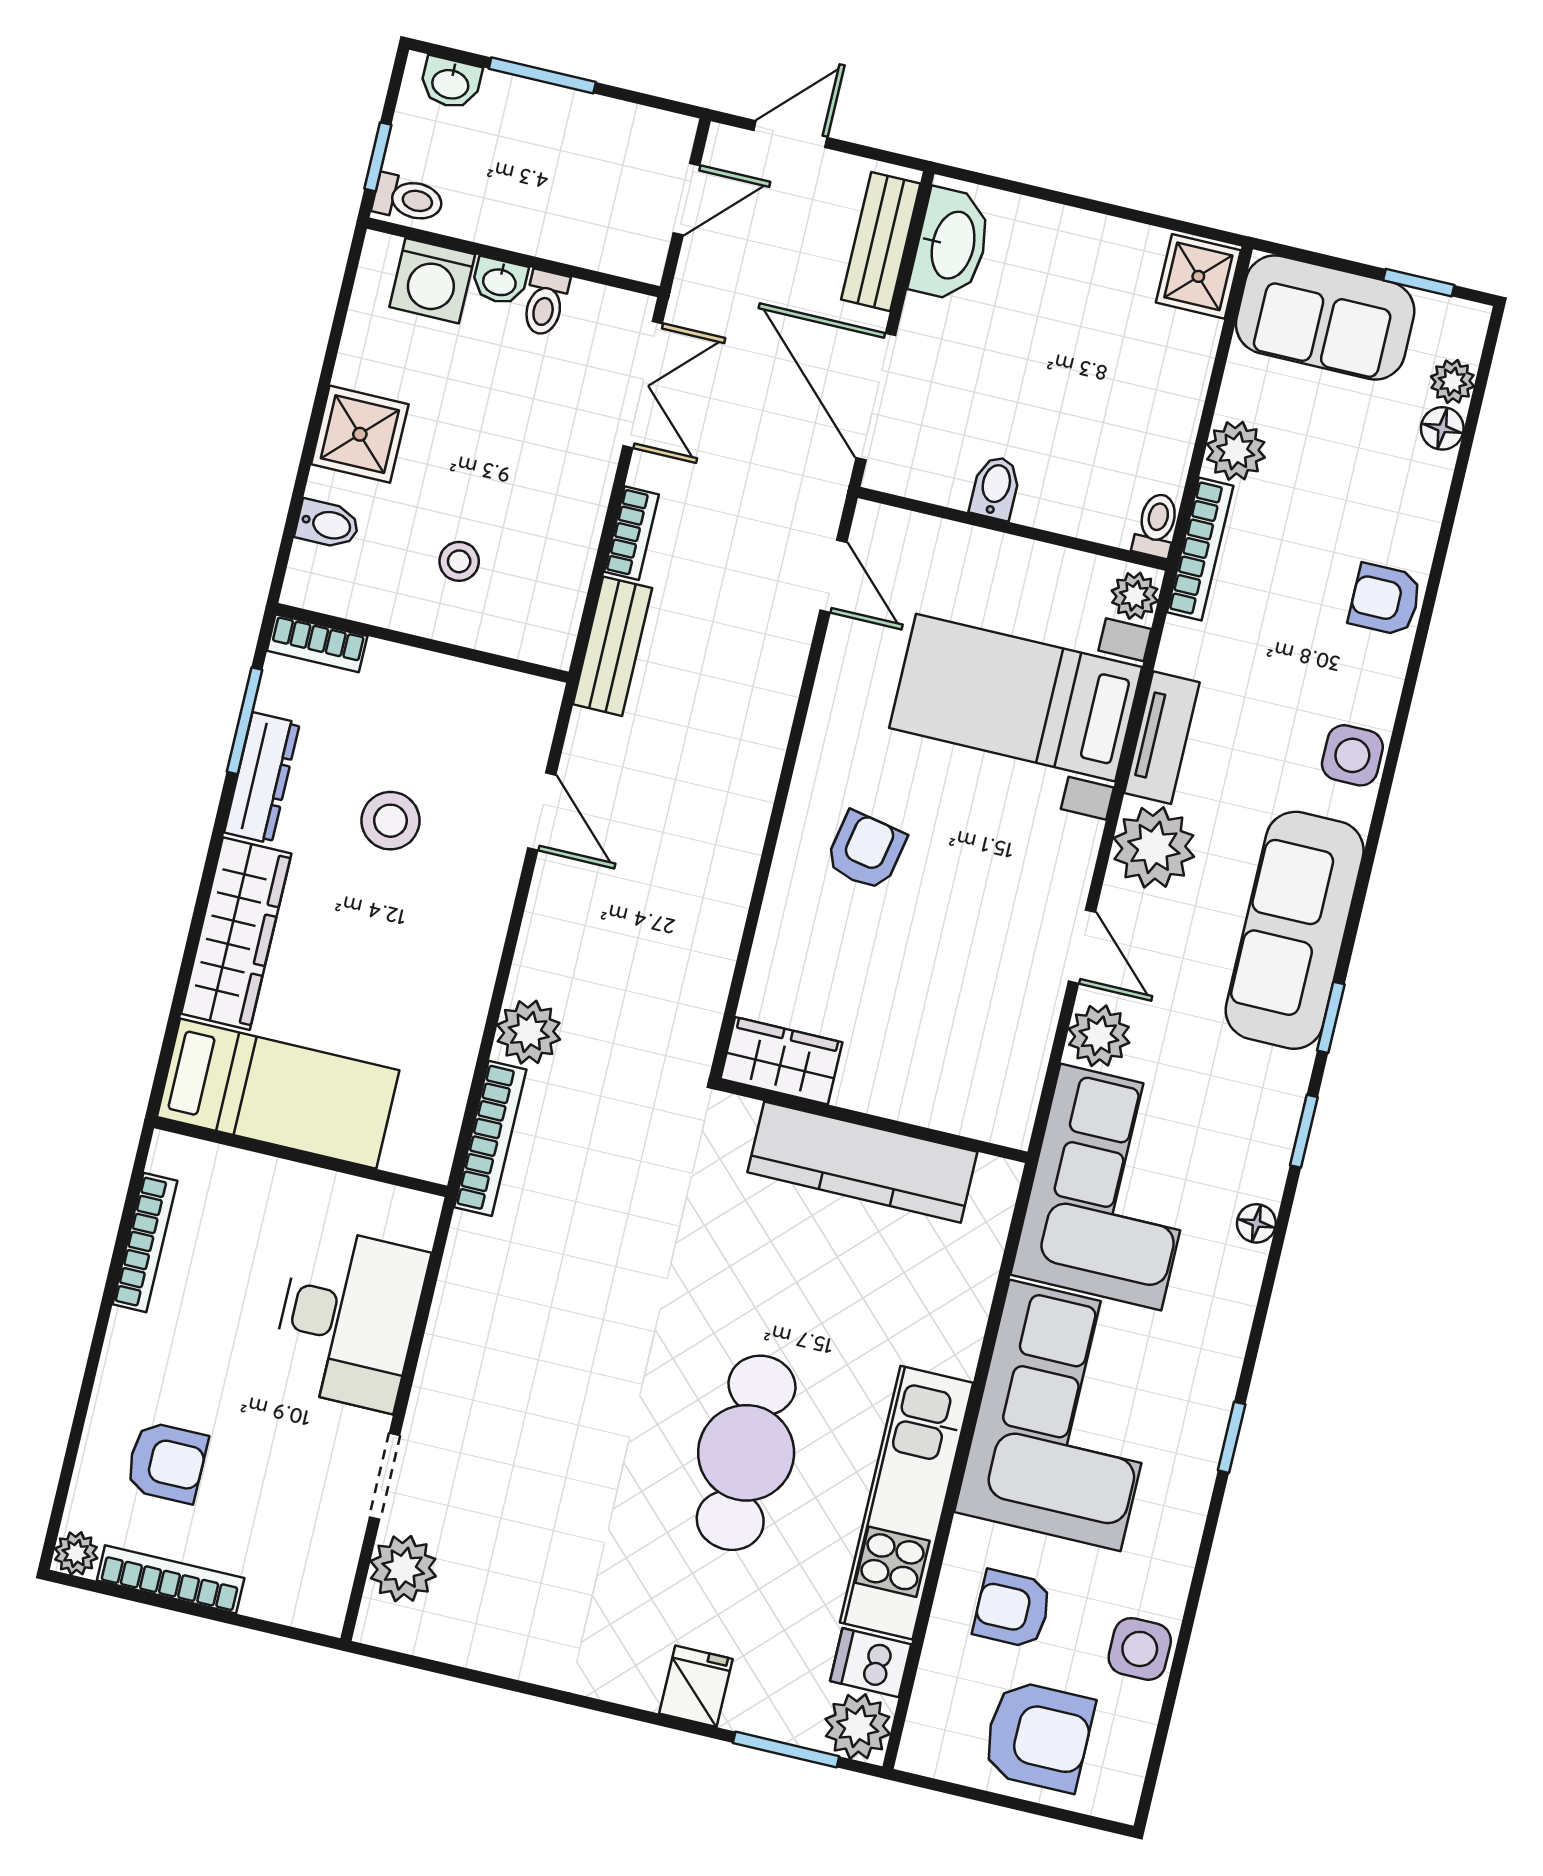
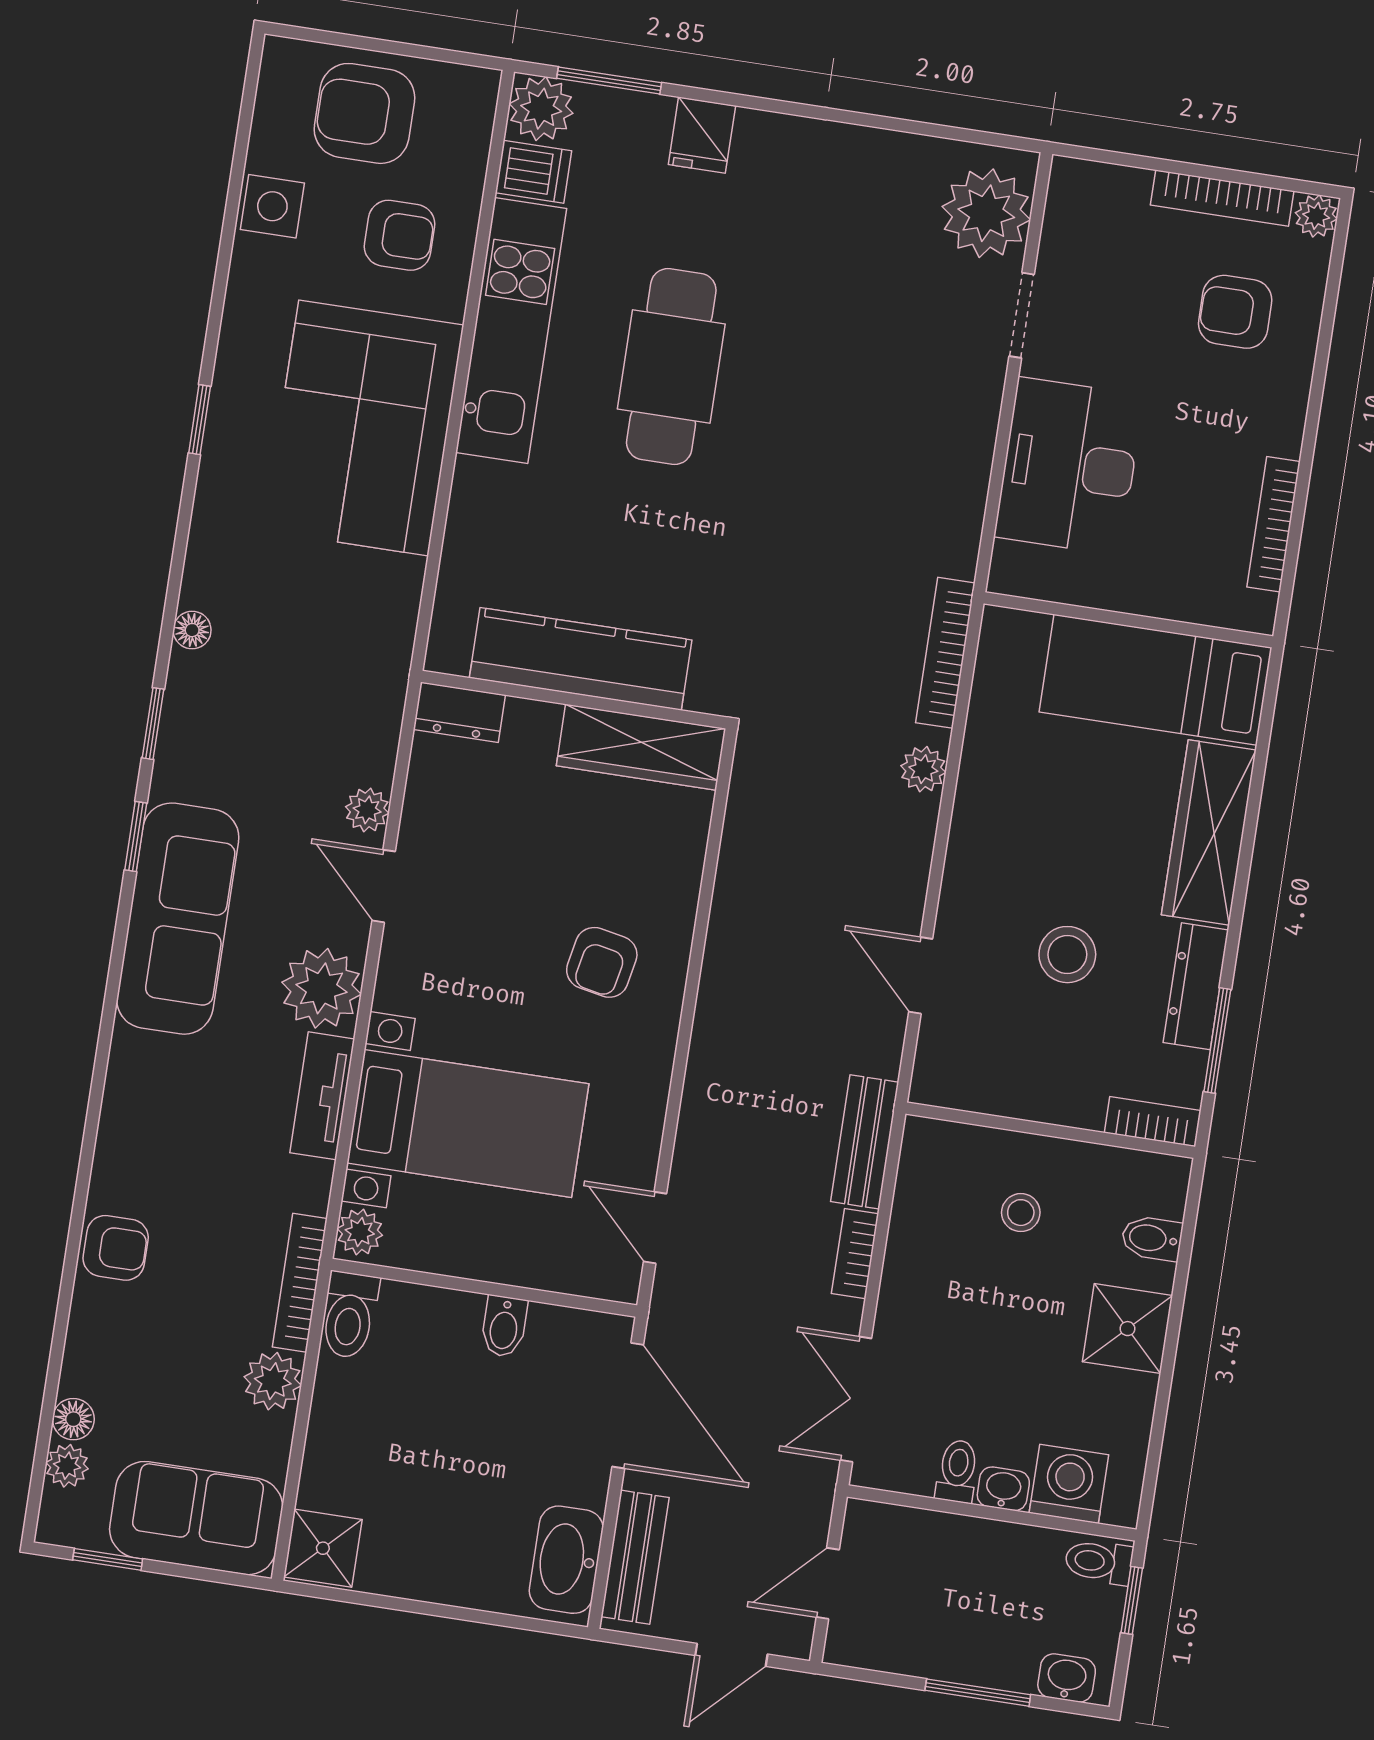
toilet: (1156, 525) -> (349, 1315), width x1.37, depth x1.39
side table: (1352, 755) -> (135, 1094), removed
plant: (529, 1032) -> (923, 769), width x0.73, depth x0.73
plant: (1099, 1036) -> (367, 810), width x0.73, depth x0.73
wardrobe: (781, 1061) -> (641, 747), width x1.50
dresser: (991, 1118) -> (459, 712), added
corner sofa: (1111, 1187) -> (337, 654), removed
plant: (403, 1569) -> (986, 213), width x1.36, depth x1.36

